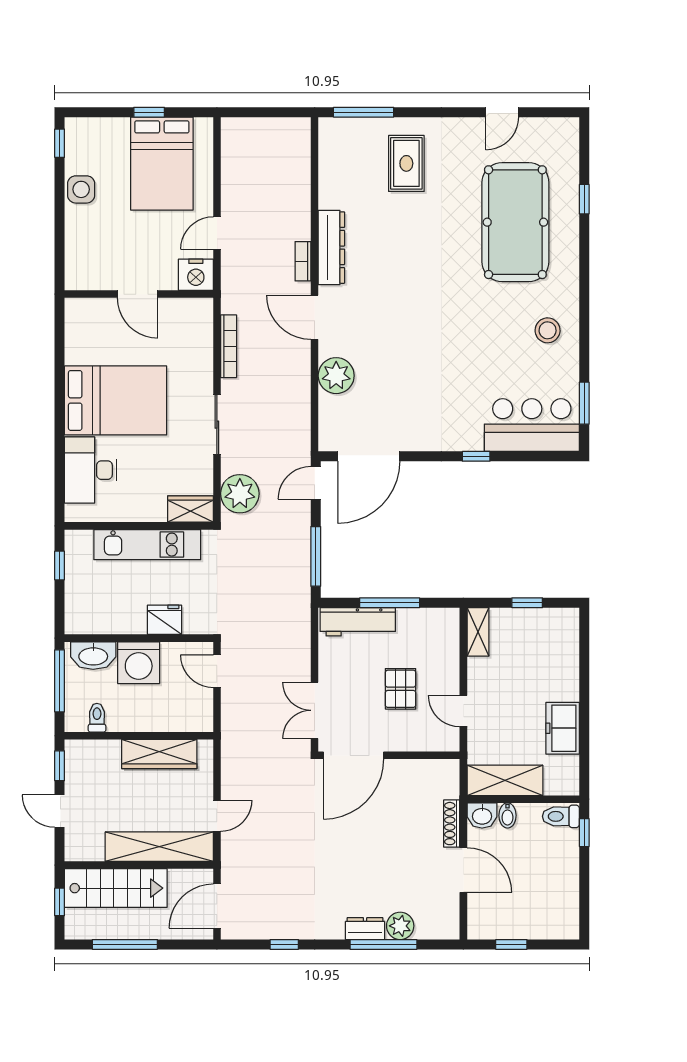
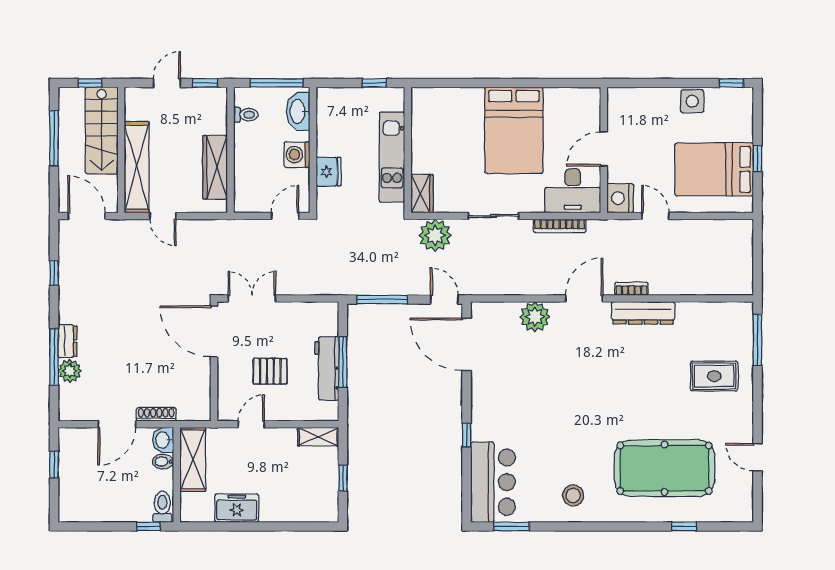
desk: (90, 470) -> (573, 191), moved, turned 180
workbench: (358, 622) -> (327, 368), moved
washing machine: (139, 663) -> (297, 155), width x0.73, depth x0.73

